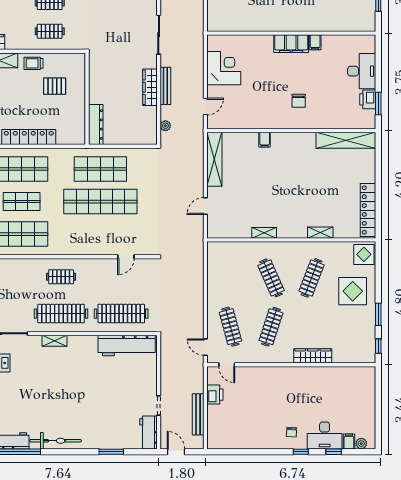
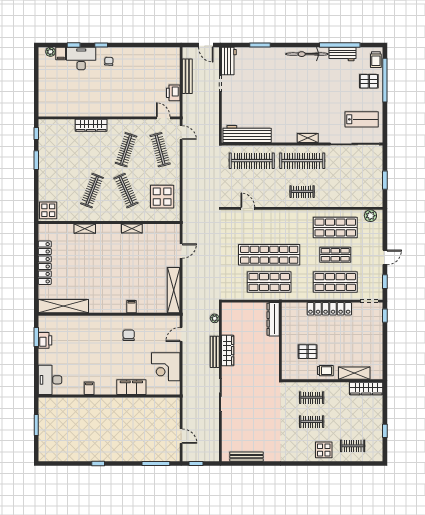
filing cabinet: (291, 44) -> (131, 387), moved
desk: (362, 71) -> (50, 380), moved
chair: (299, 101) -> (129, 335), moved
locker: (368, 210) -> (45, 263), moved
door: (126, 257) -> (248, 208), hinge flipped
display table: (353, 291) -> (162, 197), moved

